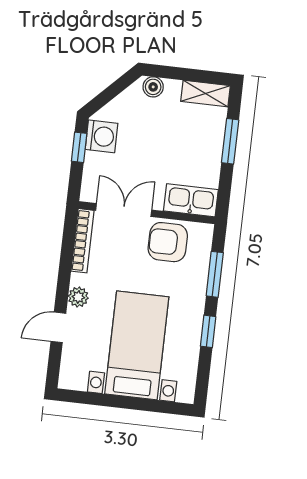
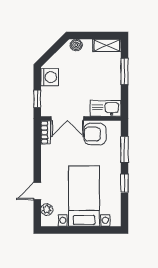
window: (79, 147) -> (37, 99), moved
double door: (124, 210) -> (67, 118), swing flipped
bookcase: (83, 241) -> (46, 132), width x0.64
plant: (78, 297) -> (47, 210), moved

